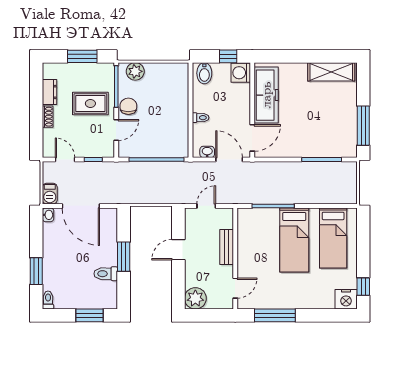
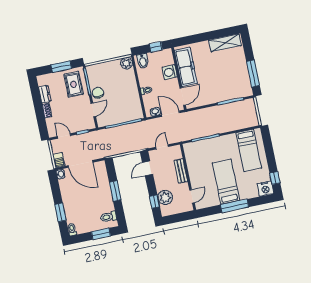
plant: (135, 71) -> (126, 63), moved
washing machine: (241, 73) -> (170, 72), moved
rug: (90, 103) -> (74, 84), moved, turned 90
bed: (294, 240) -> (226, 182), moved, turned 180
door: (178, 250) -> (148, 168), moved
toilet: (106, 274) -> (108, 217), moved
window: (178, 284) -> (155, 202), added
plant: (195, 298) -> (165, 198), moved
window: (275, 315) -> (235, 206), moved

